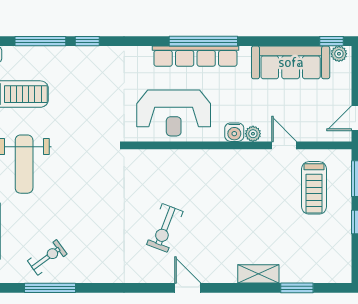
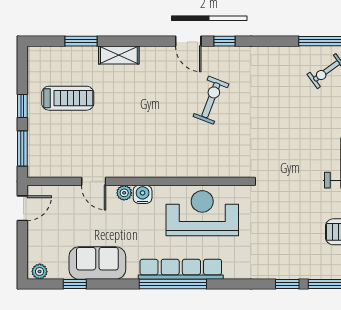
window: (331, 41) -> (75, 284), moved
sofa: (291, 62) -> (97, 263), width x0.73
treadmill: (314, 188) -> (68, 98), moved, turned 90
window: (151, 288) -> (225, 41), added

